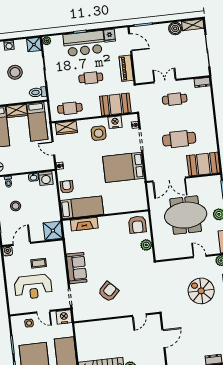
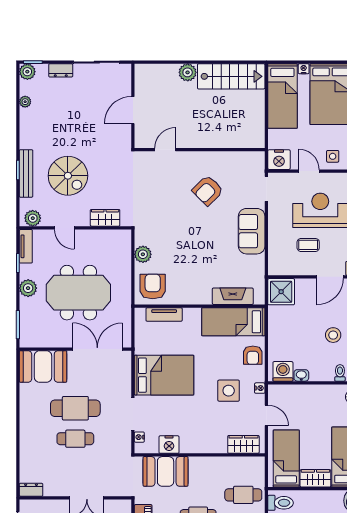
cafe table: (175, 99) -> (75, 439), moved
cafe table: (70, 108) -> (243, 495), moved
side table: (99, 133) -> (229, 391), moved
tv unit: (128, 207) -> (164, 315), added
wardrobe: (174, 266) -> (105, 218), added

